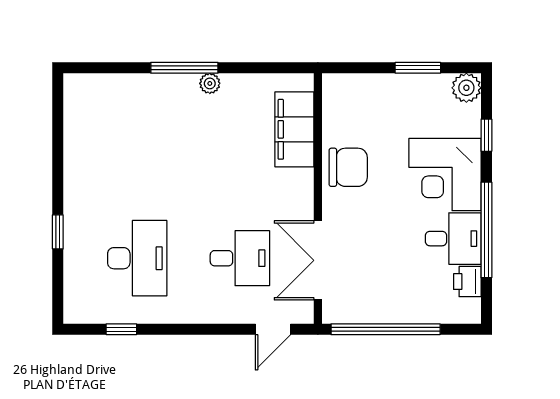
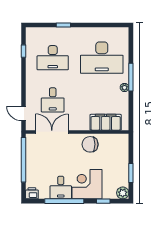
desk: (137, 139) -> (102, 58), added
chair: (348, 167) -> (90, 144), turned 90
printer: (467, 282) -> (32, 193), moved

